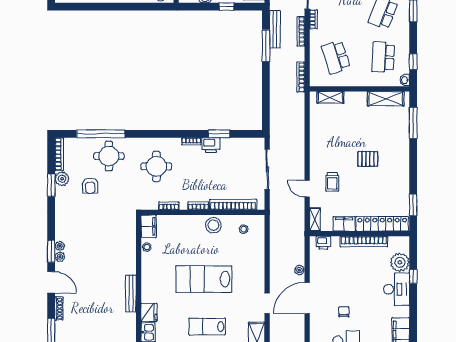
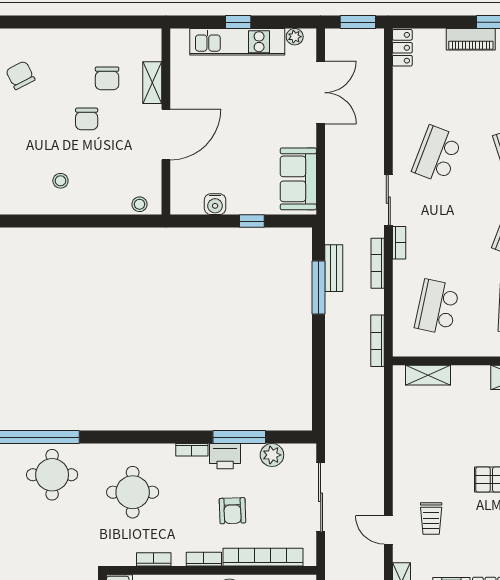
bench: (275, 29) -> (334, 268), width x0.73
school desk: (336, 57) -> (437, 307), turned 30
window: (219, 134) -> (239, 437), width x1.44
plant: (238, 144) -> (272, 455), added
armchair: (90, 186) -> (232, 511), moved

